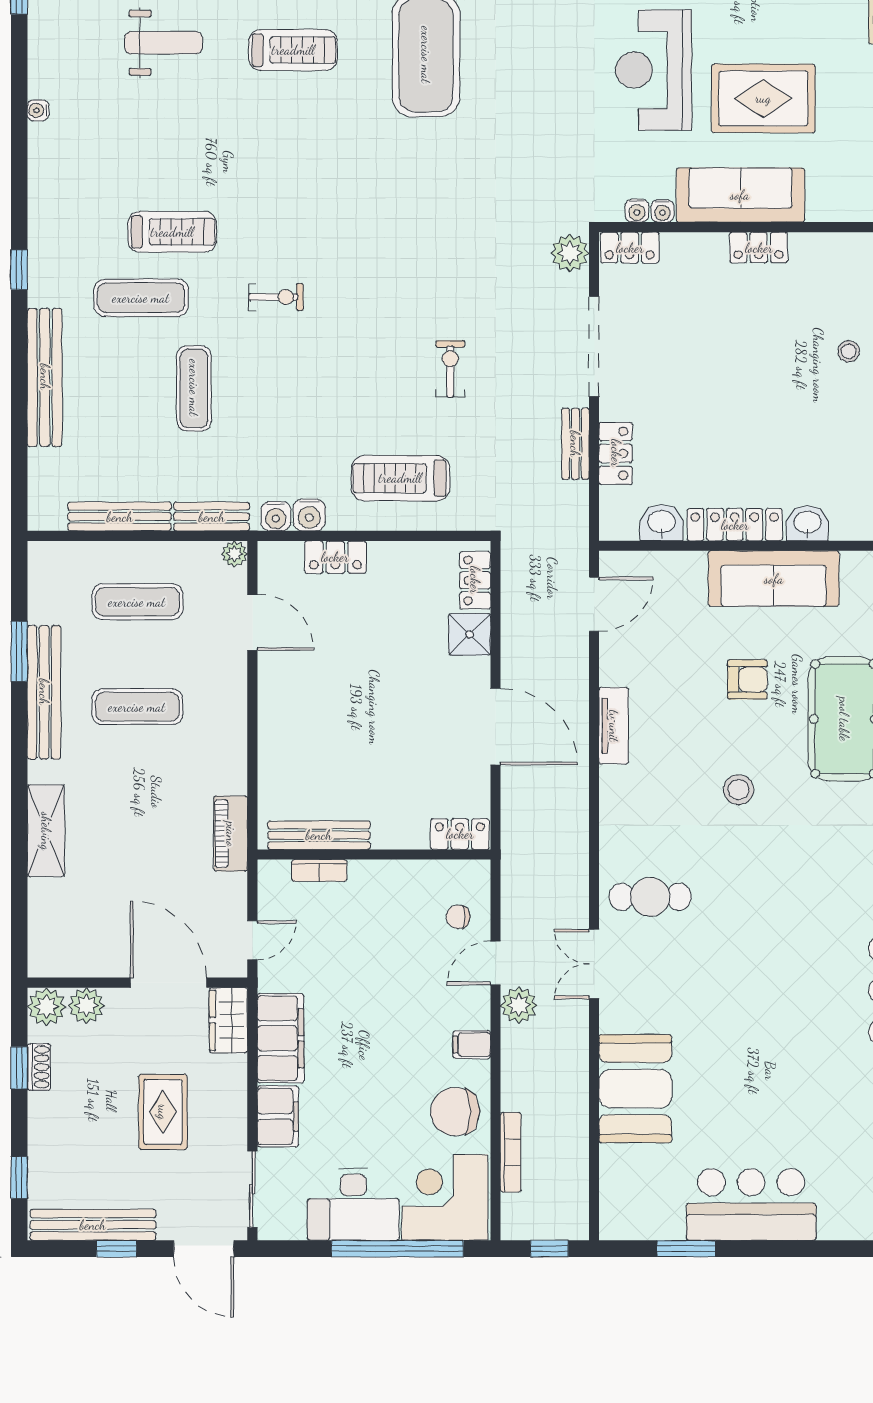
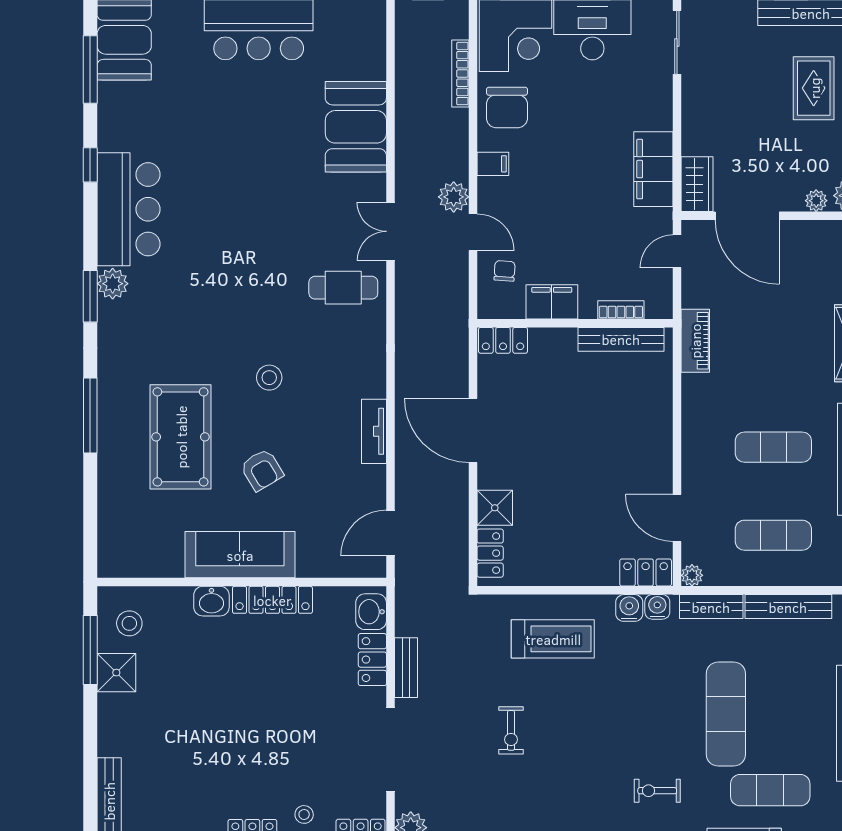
stool: (849, 351) -> (304, 814), moved
exercise mat: (194, 388) -> (726, 714), width x1.36, depth x1.45
washbasin: (661, 523) -> (371, 612), moved, turned 90
locker: (335, 557) -> (646, 572), moved
armchair: (747, 679) -> (262, 470), turned -121
chair: (458, 917) -> (505, 271), turned -86
door: (495, 963) -> (473, 232), hinge flipped
double door: (594, 964) -> (390, 231), swing flipped
plant: (86, 1006) -> (816, 201), width x0.73, depth x0.73
rug: (163, 1112) -> (814, 88), moved
chair: (455, 1112) -> (507, 108), turned 90
filing cabinet: (278, 1116) -> (552, 302), moved, turned 90

